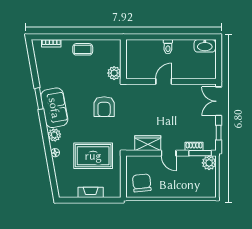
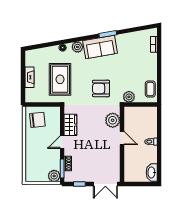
coffee table: (83, 49) -> (150, 89), moved
plant: (142, 93) -> (113, 120), added
double door: (219, 101) -> (105, 184), swing flipped

